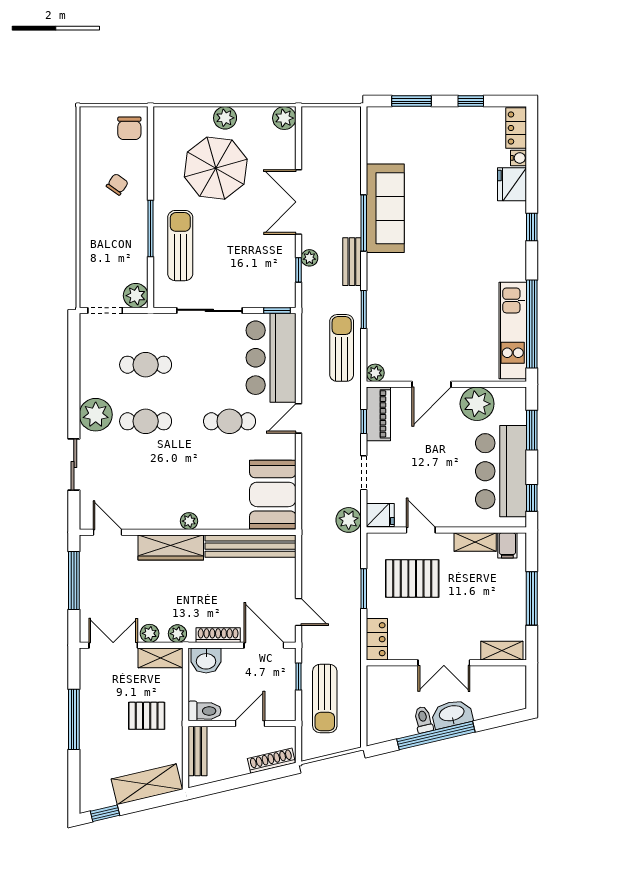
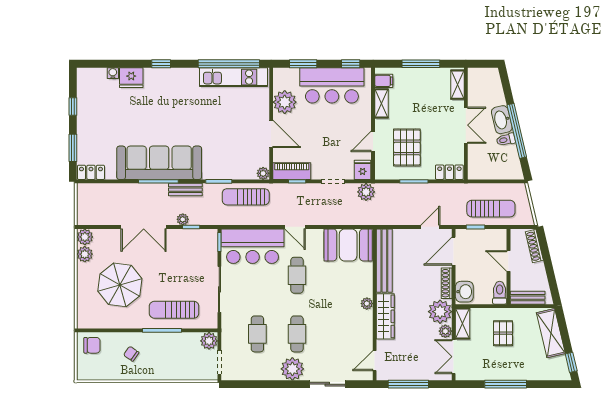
plant: (225, 118) -> (85, 254), moved
locker: (516, 128) -> (91, 172), moved, turned 180
sofa: (385, 208) -> (159, 163), width x1.36, depth x1.27
plant: (177, 634) -> (440, 312), width x1.87, depth x1.87

